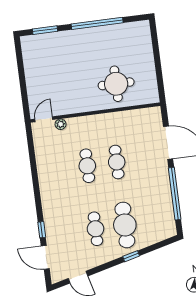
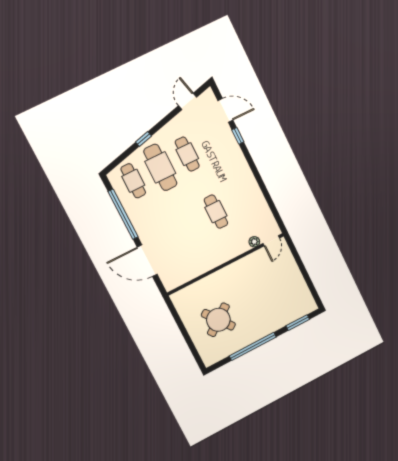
round table: (116, 84) -> (218, 320), moved, turned -37
cafe table: (117, 162) -> (133, 181), moved
door: (78, 277) -> (188, 101), hinge flipped

